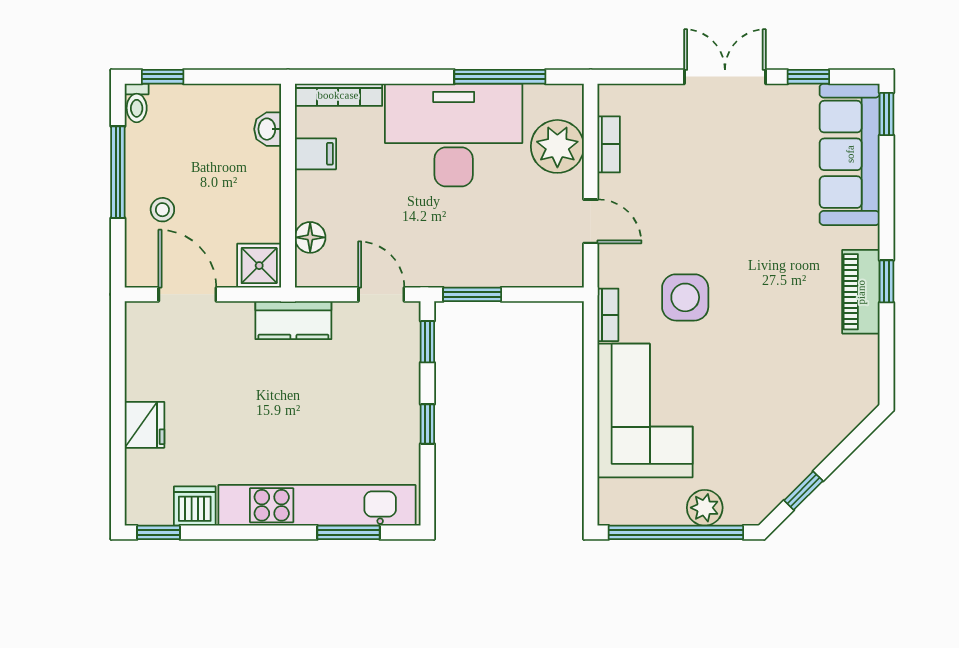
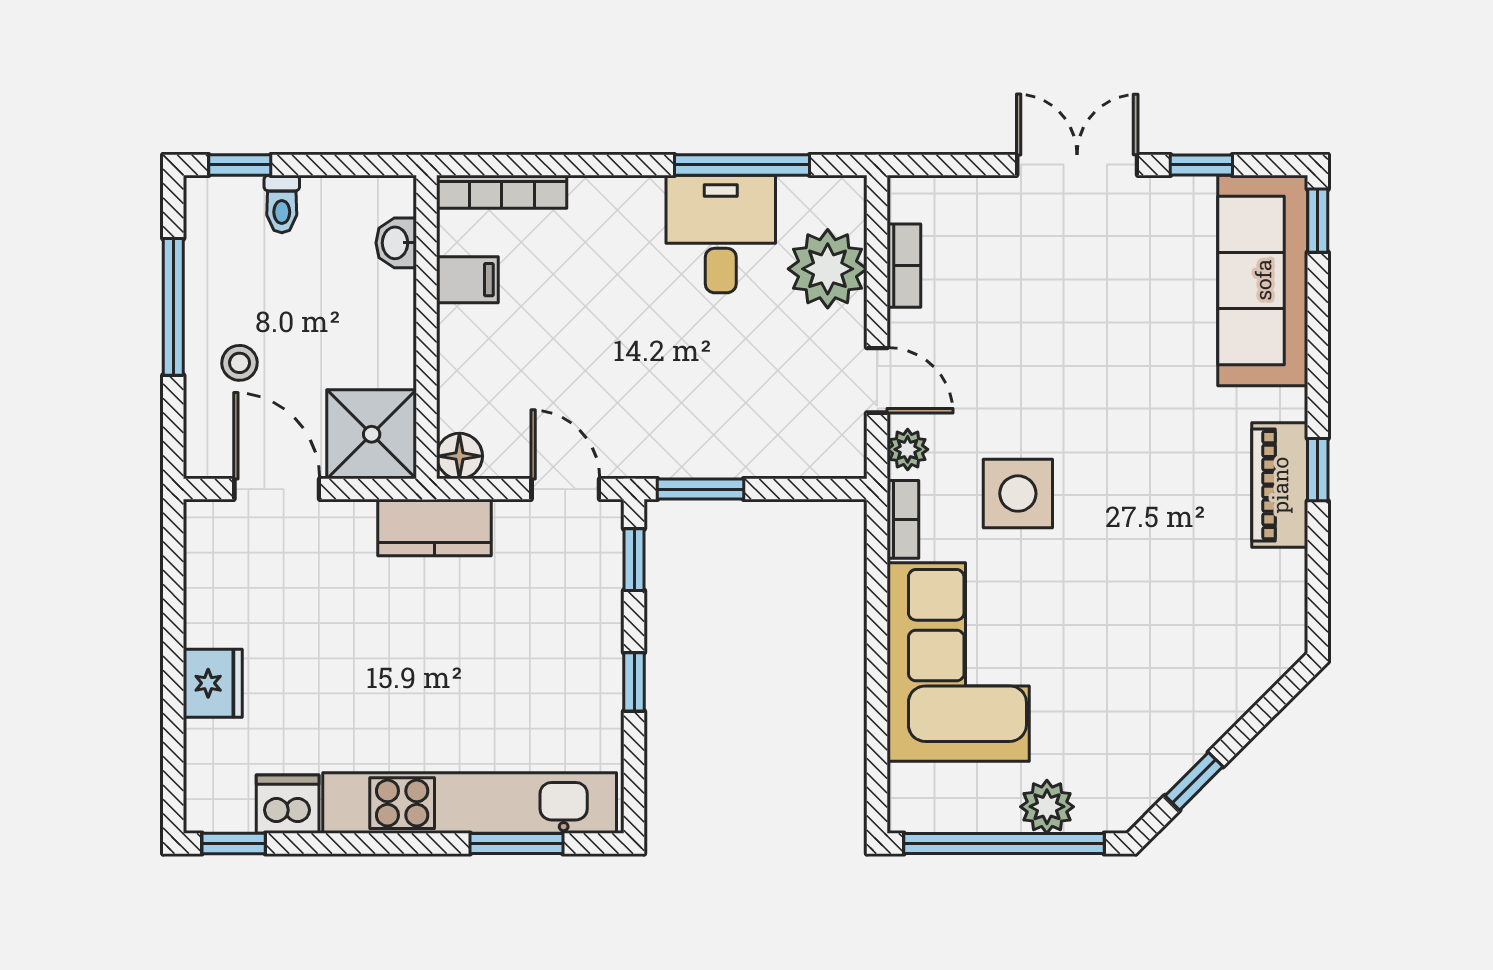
toilet: (137, 103) -> (282, 204), moved
desk: (454, 135) -> (721, 234), width x0.53, depth x0.77
floor lamp: (310, 237) -> (459, 456), moved
shower: (259, 266) -> (372, 434), width x1.36, depth x1.36
plant: (611, 268) -> (908, 449), added

